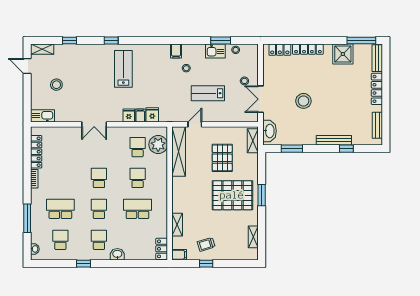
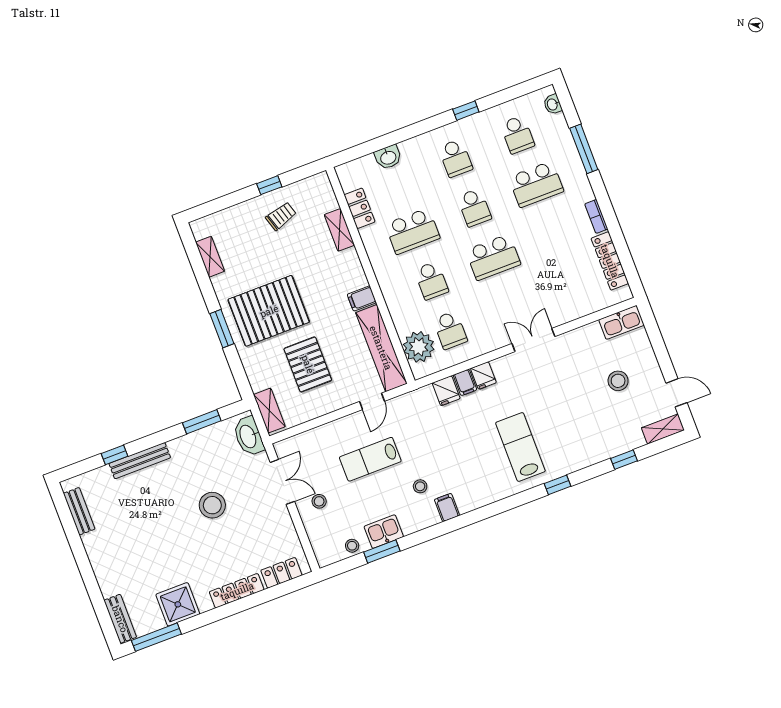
lab bench: (123, 69) -> (520, 447), turned 180
locker: (377, 89) -> (102, 569), removed
lab bench: (208, 93) -> (370, 459), turned 180
school desk: (99, 178) -> (493, 257), width x1.85
locker: (162, 249) -> (360, 208), moved
washbasin: (117, 254) -> (388, 157), moved
filing cabinet: (179, 255) -> (362, 298), moved

